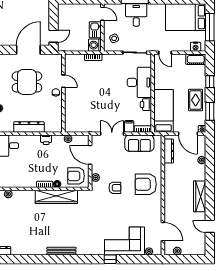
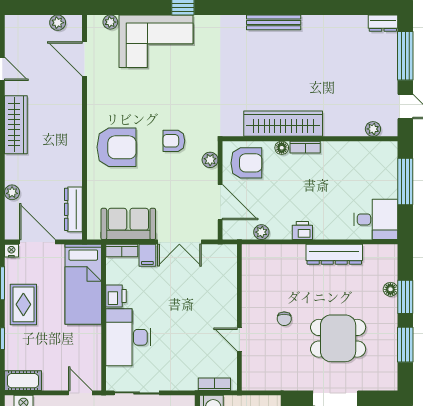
door: (63, 81) -> (239, 340), moved
wall: (63, 93) -> (239, 317), moved

